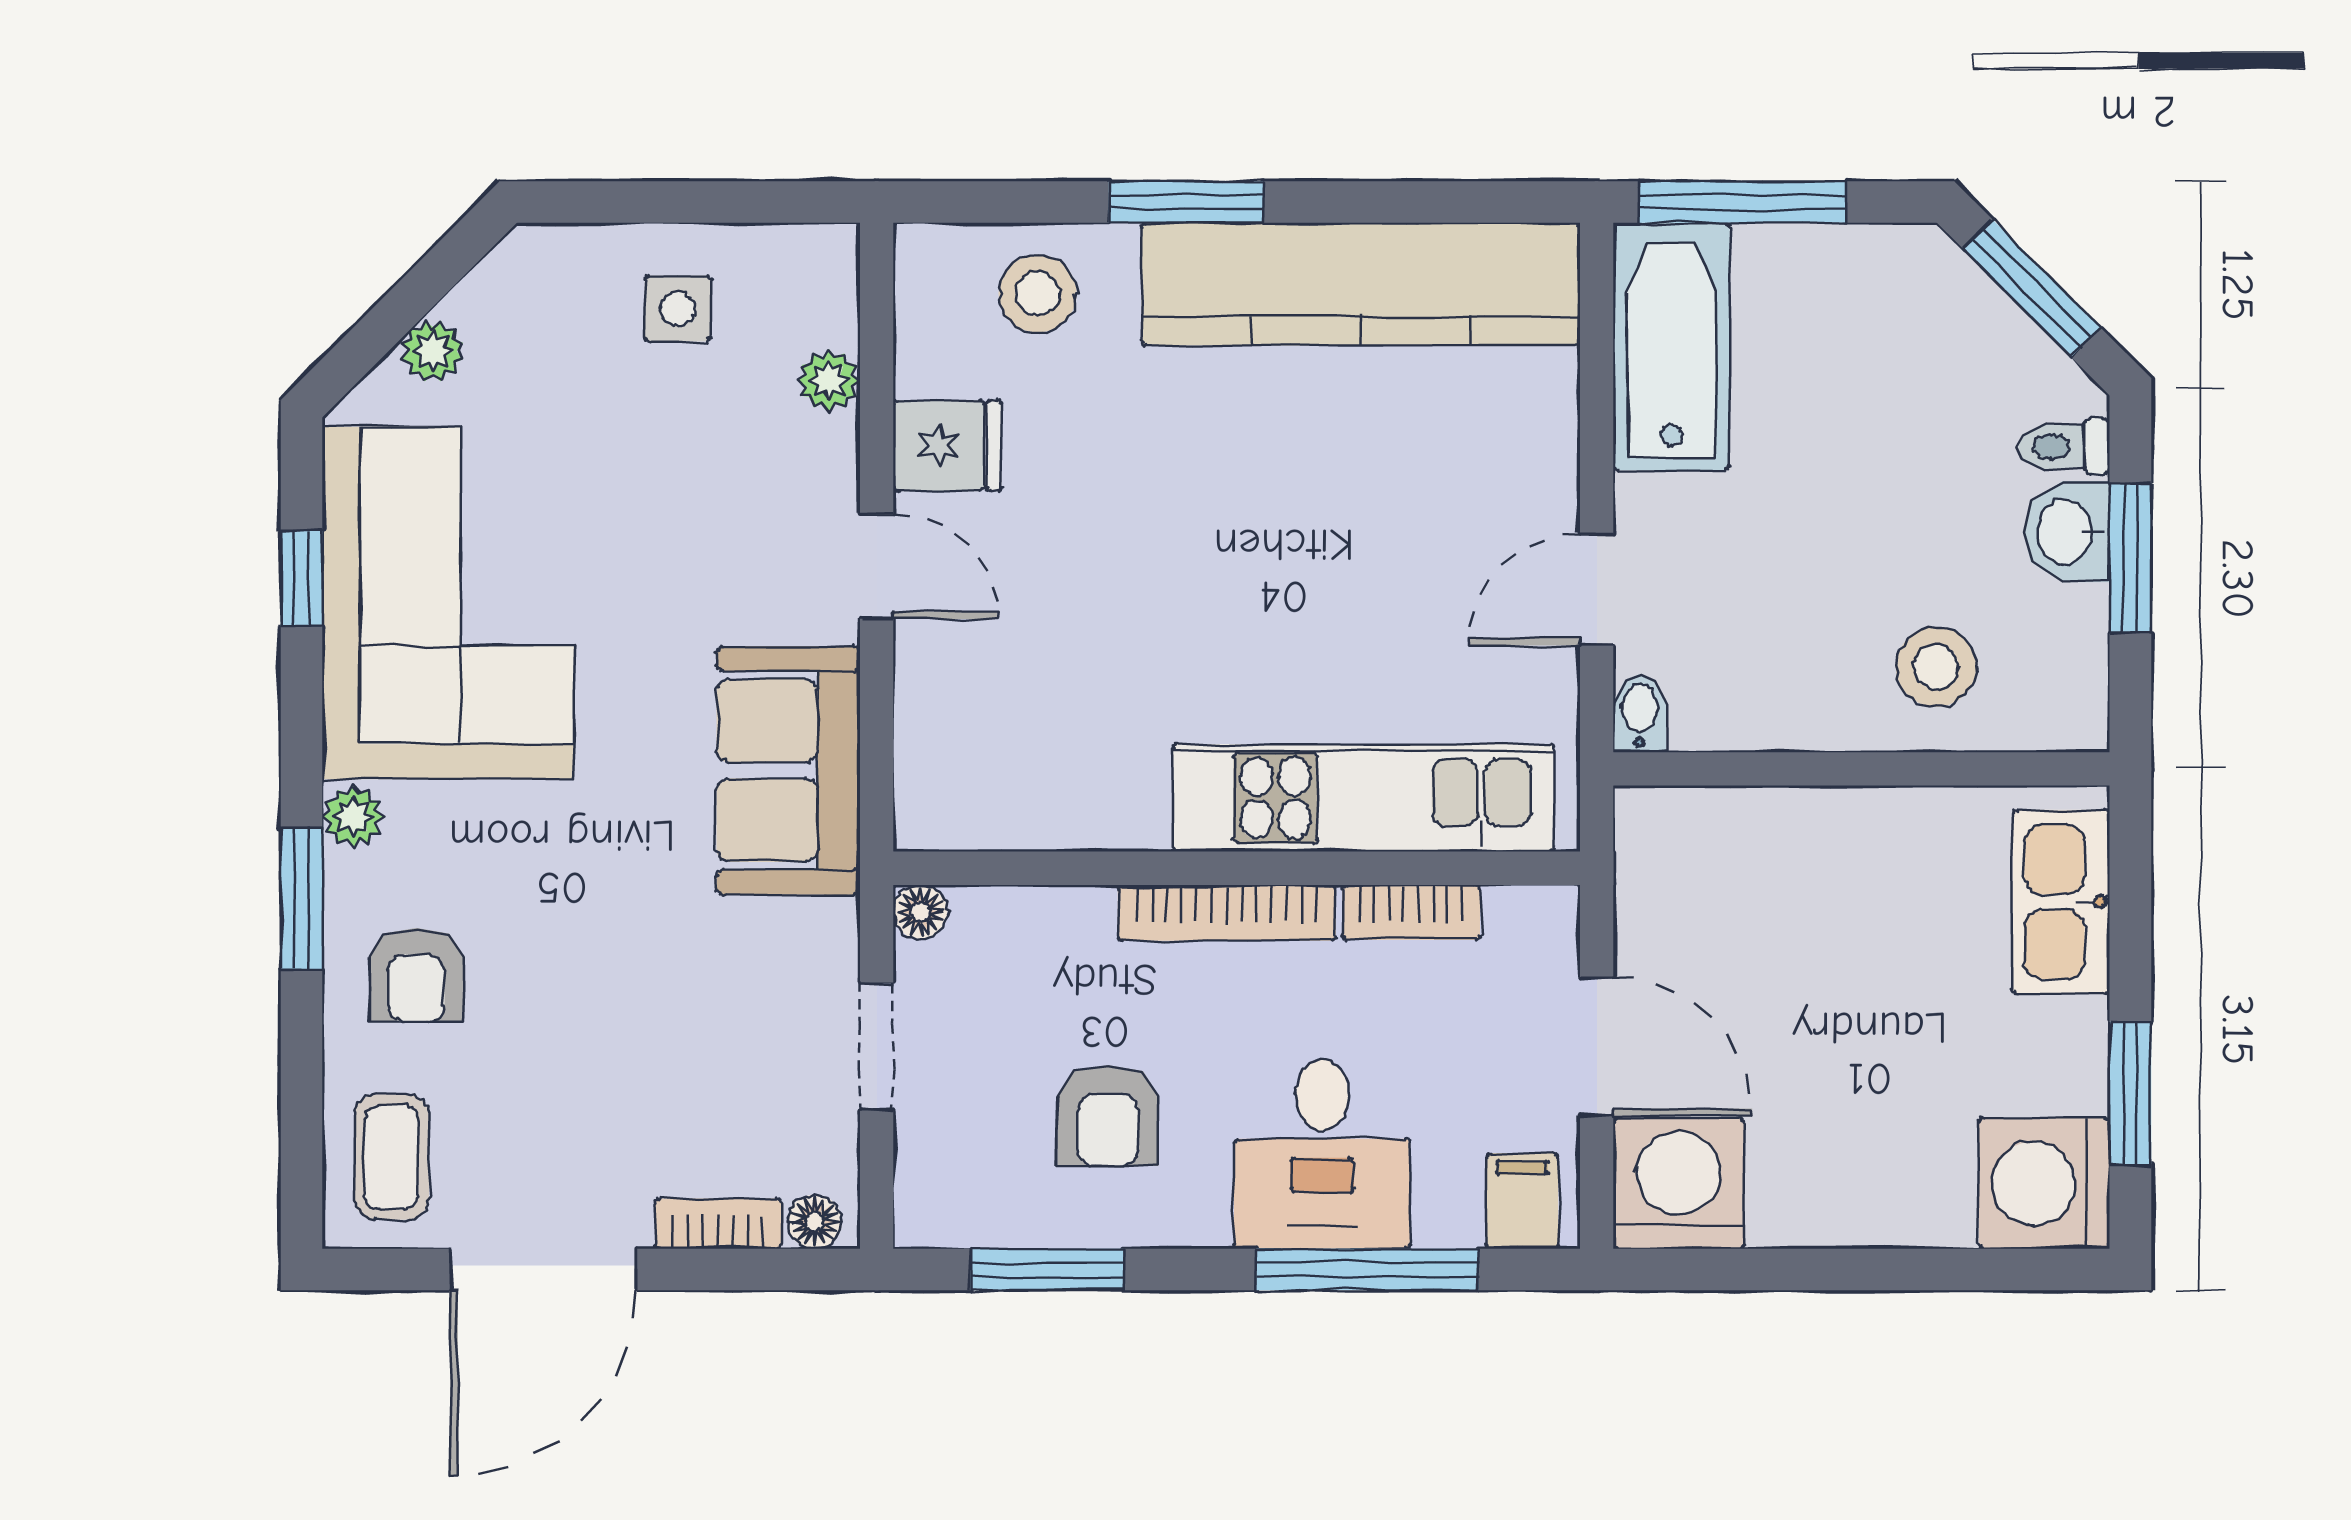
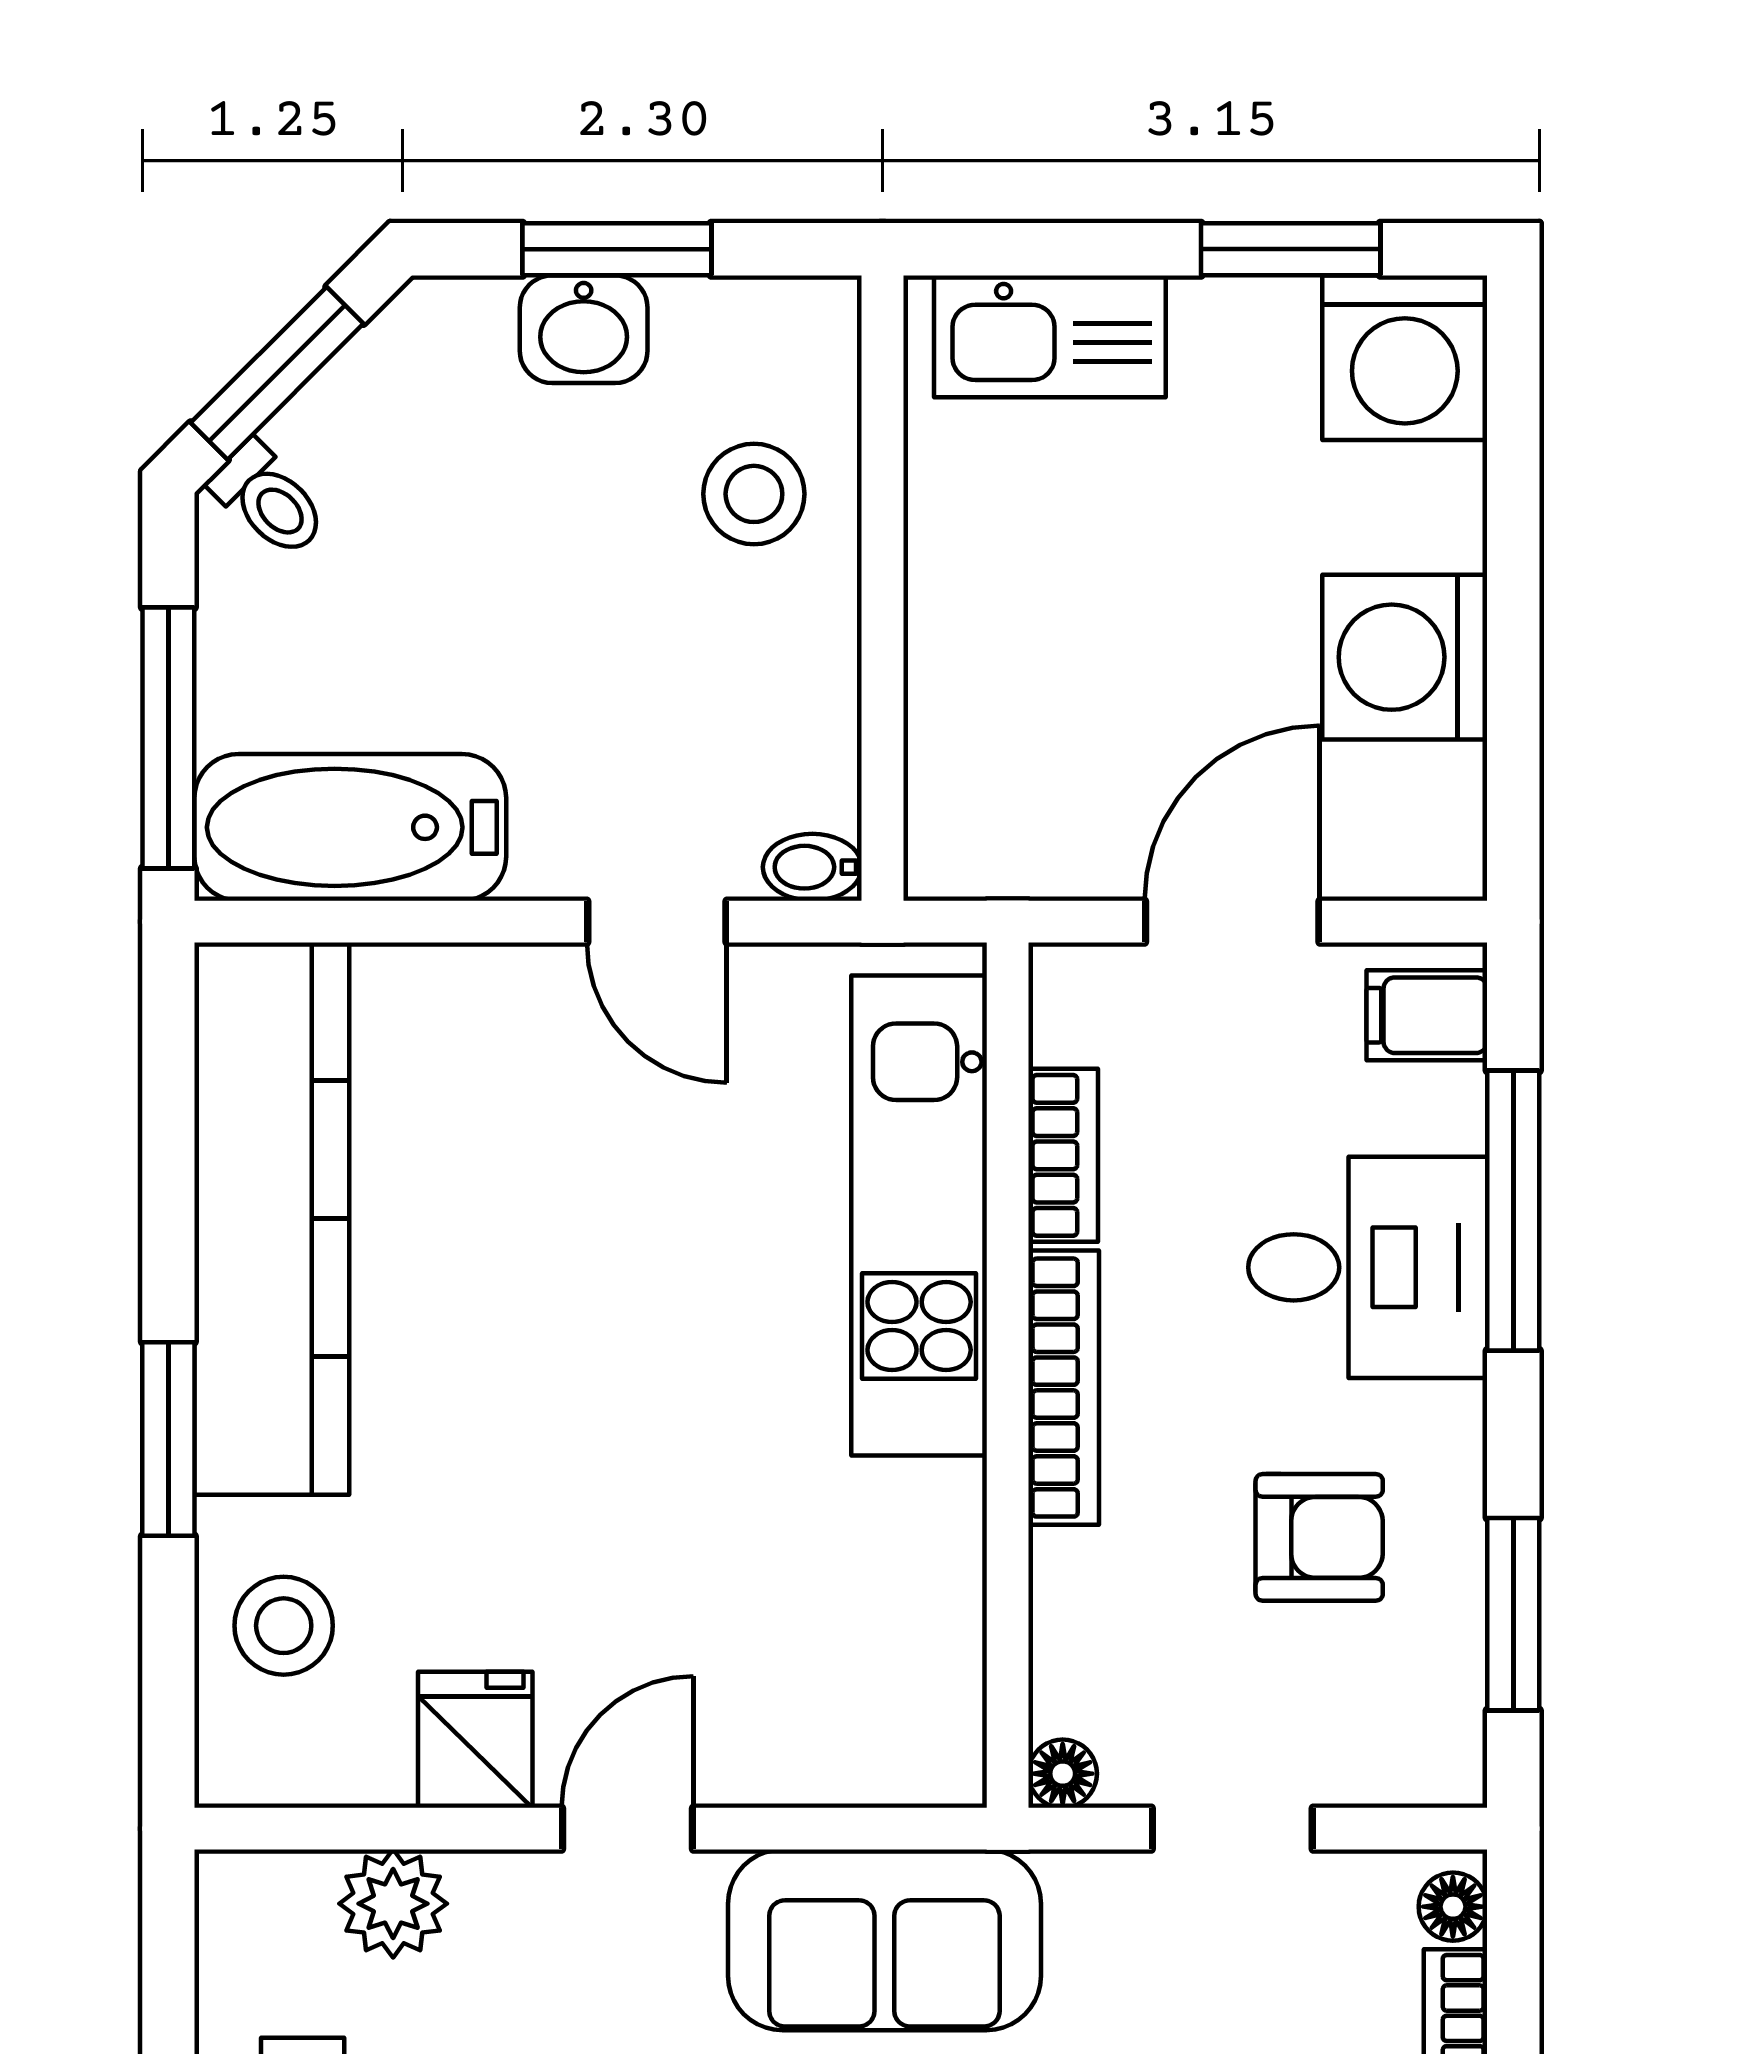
plant: (829, 380) -> (393, 1904), width x1.38, depth x1.38
toilet: (2064, 446) -> (269, 500), moved, turned -45
washing machine: (1679, 1183) -> (1405, 657), moved

